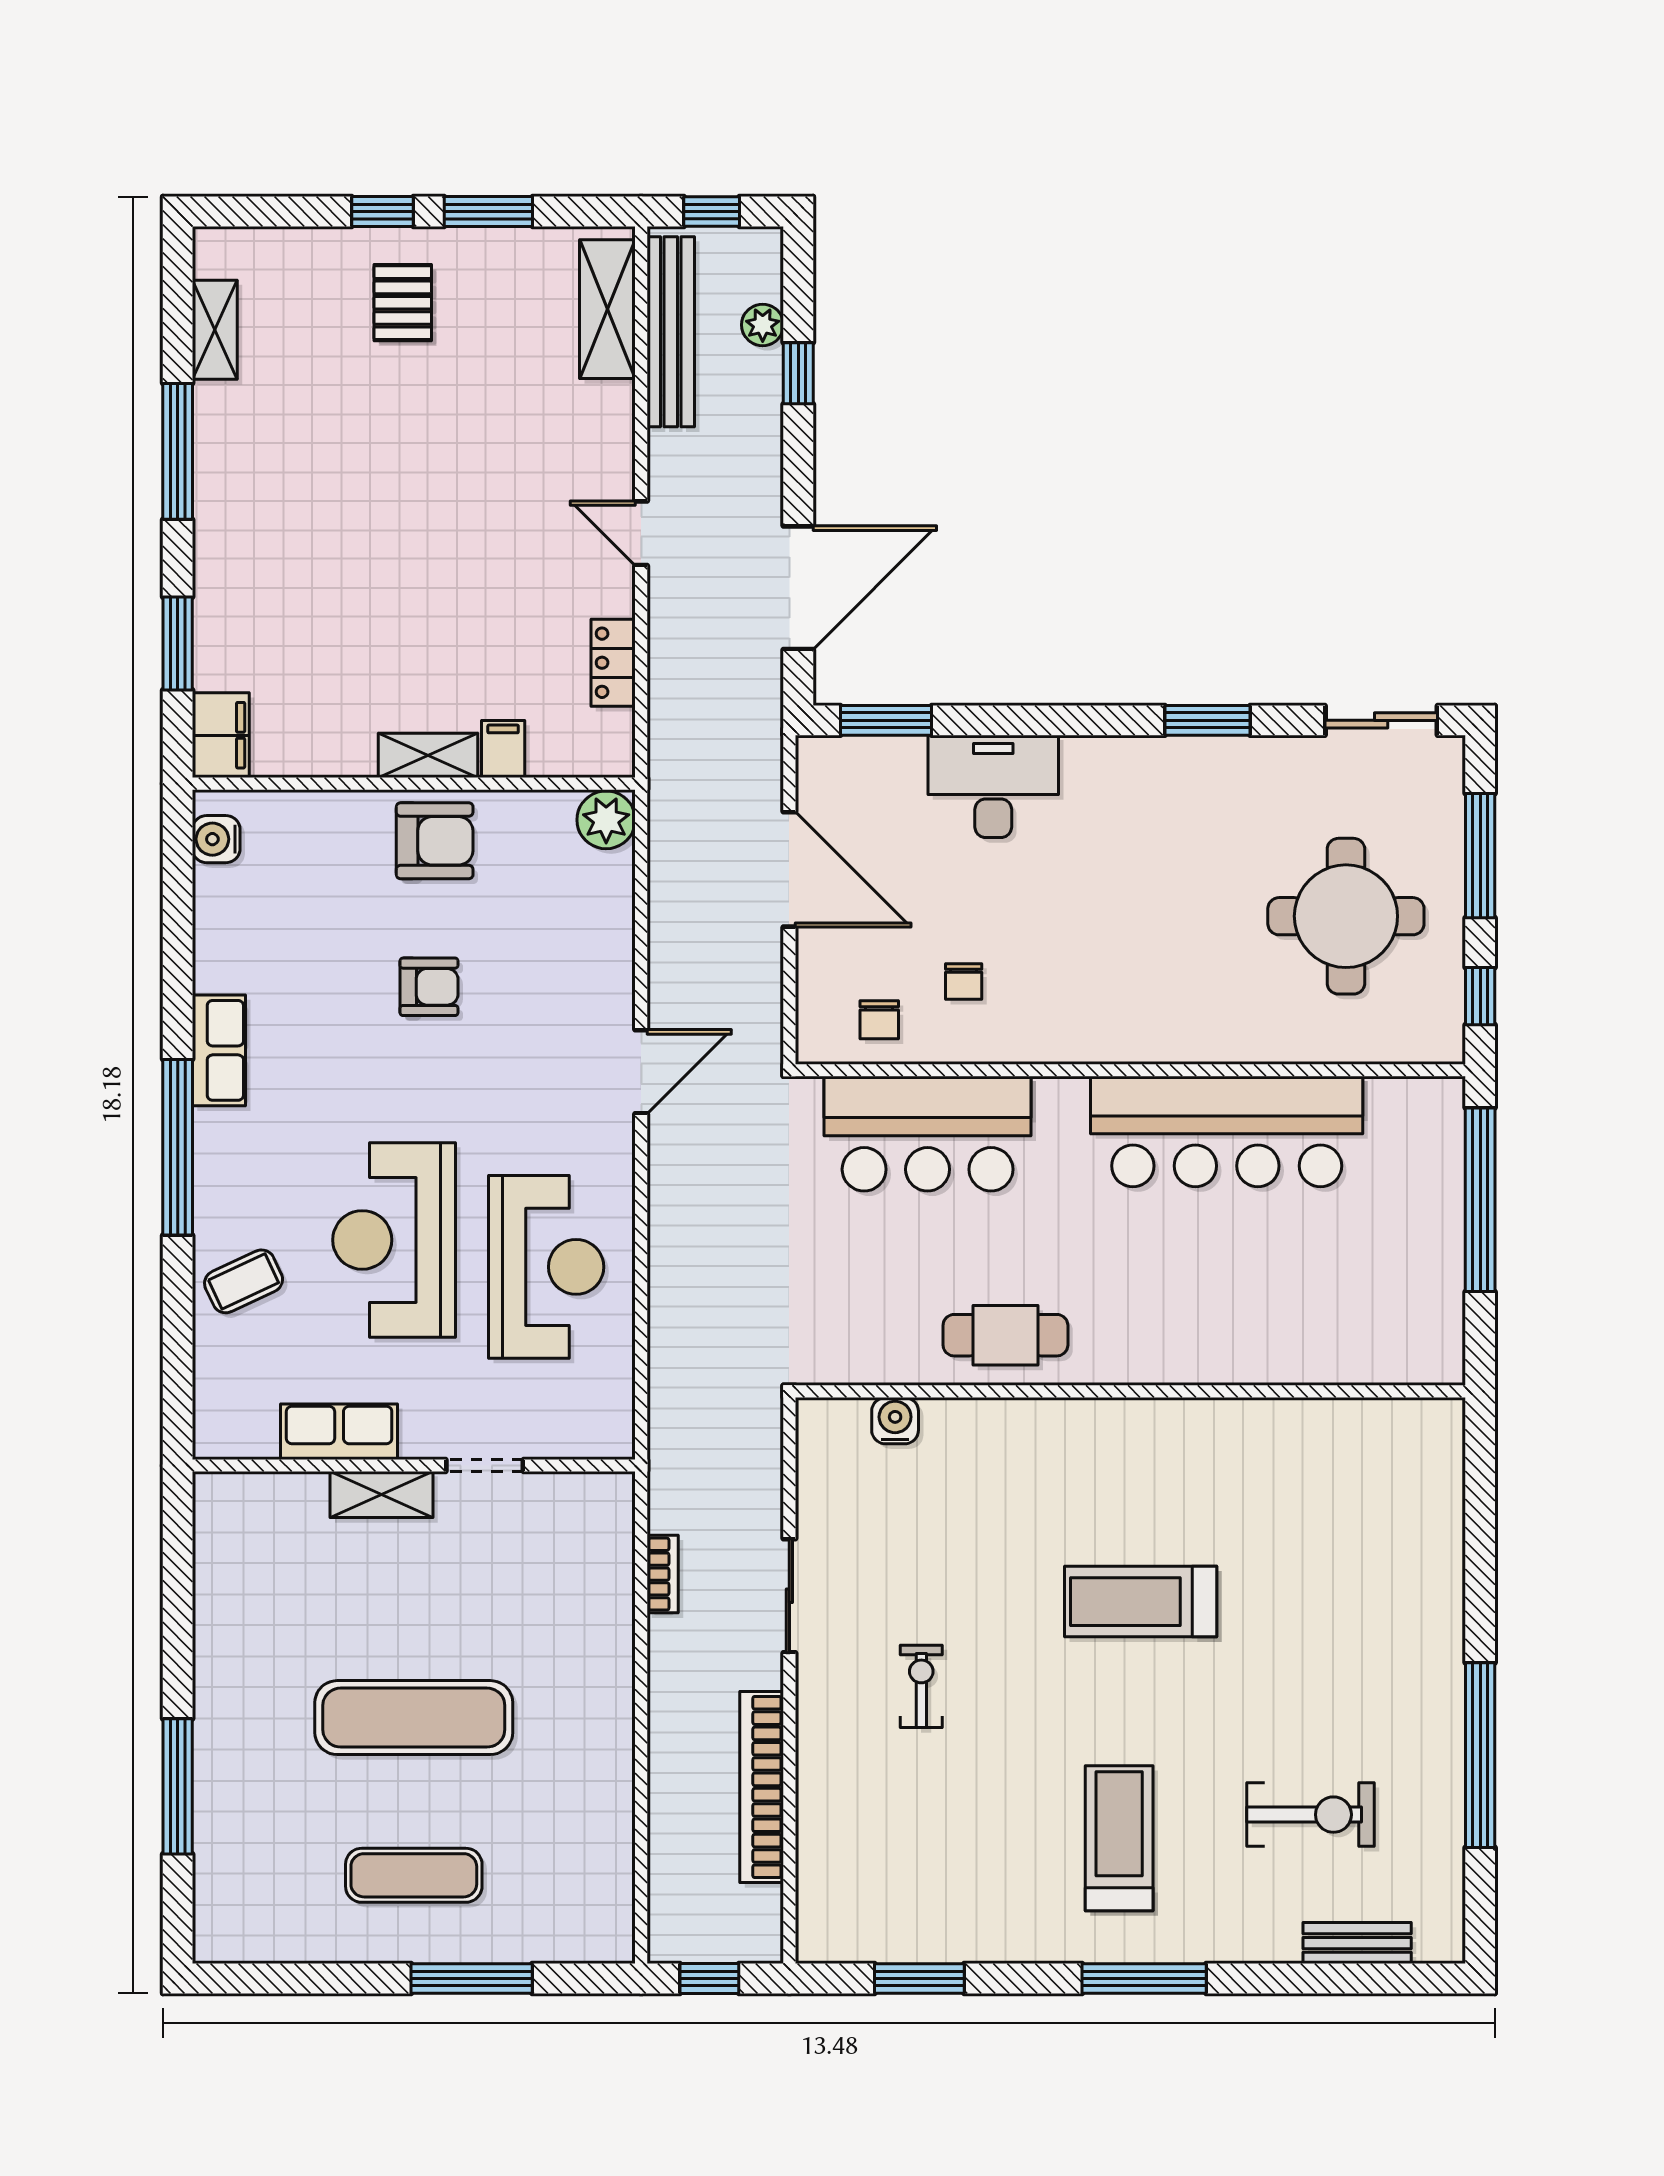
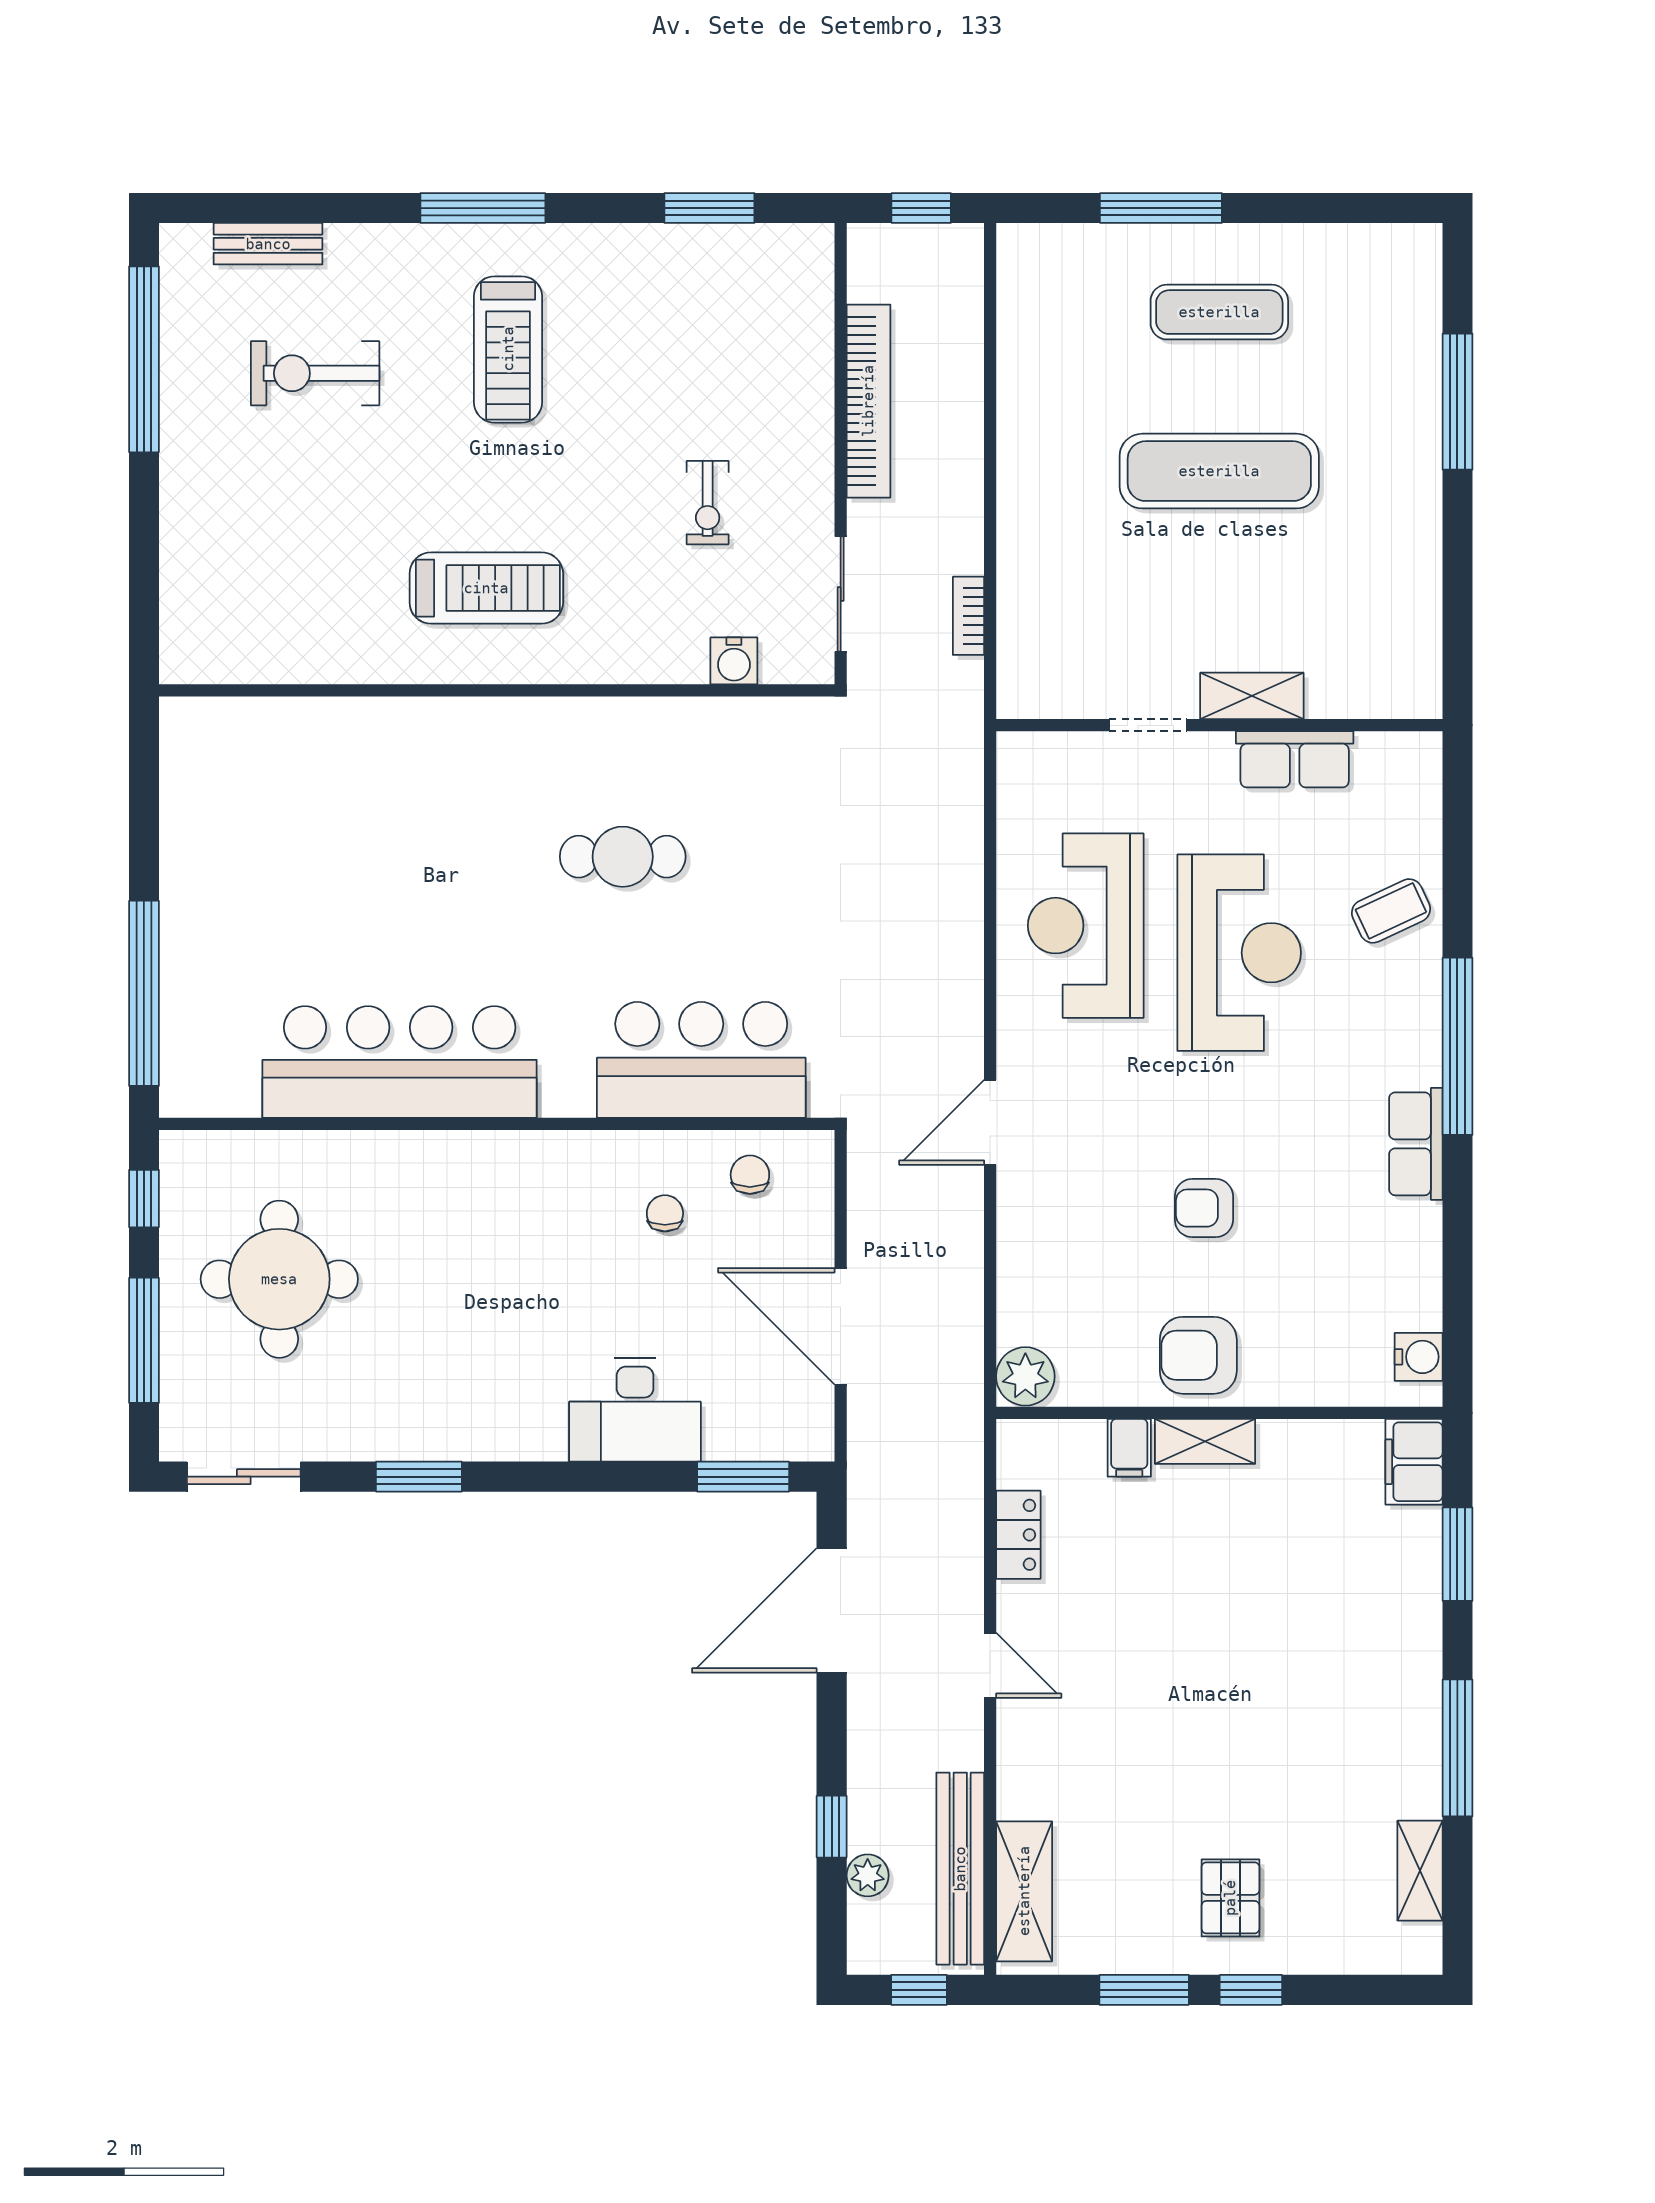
wall: (1130, 1391) -> (497, 690), moved
water cooler: (895, 1421) -> (734, 661), moved
window: (1480, 1755) -> (144, 359), moved

